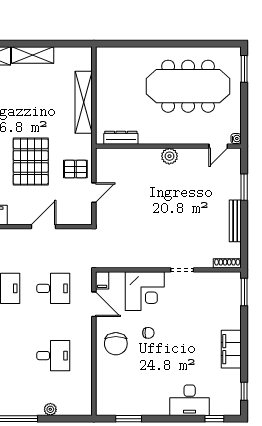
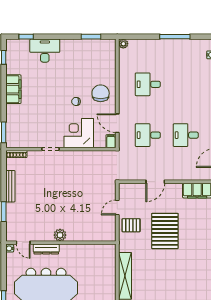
dresser: (121, 138) -> (46, 249), moved
door: (218, 146) -> (23, 243), swing flipped
plant: (50, 409) -> (123, 44), moved

